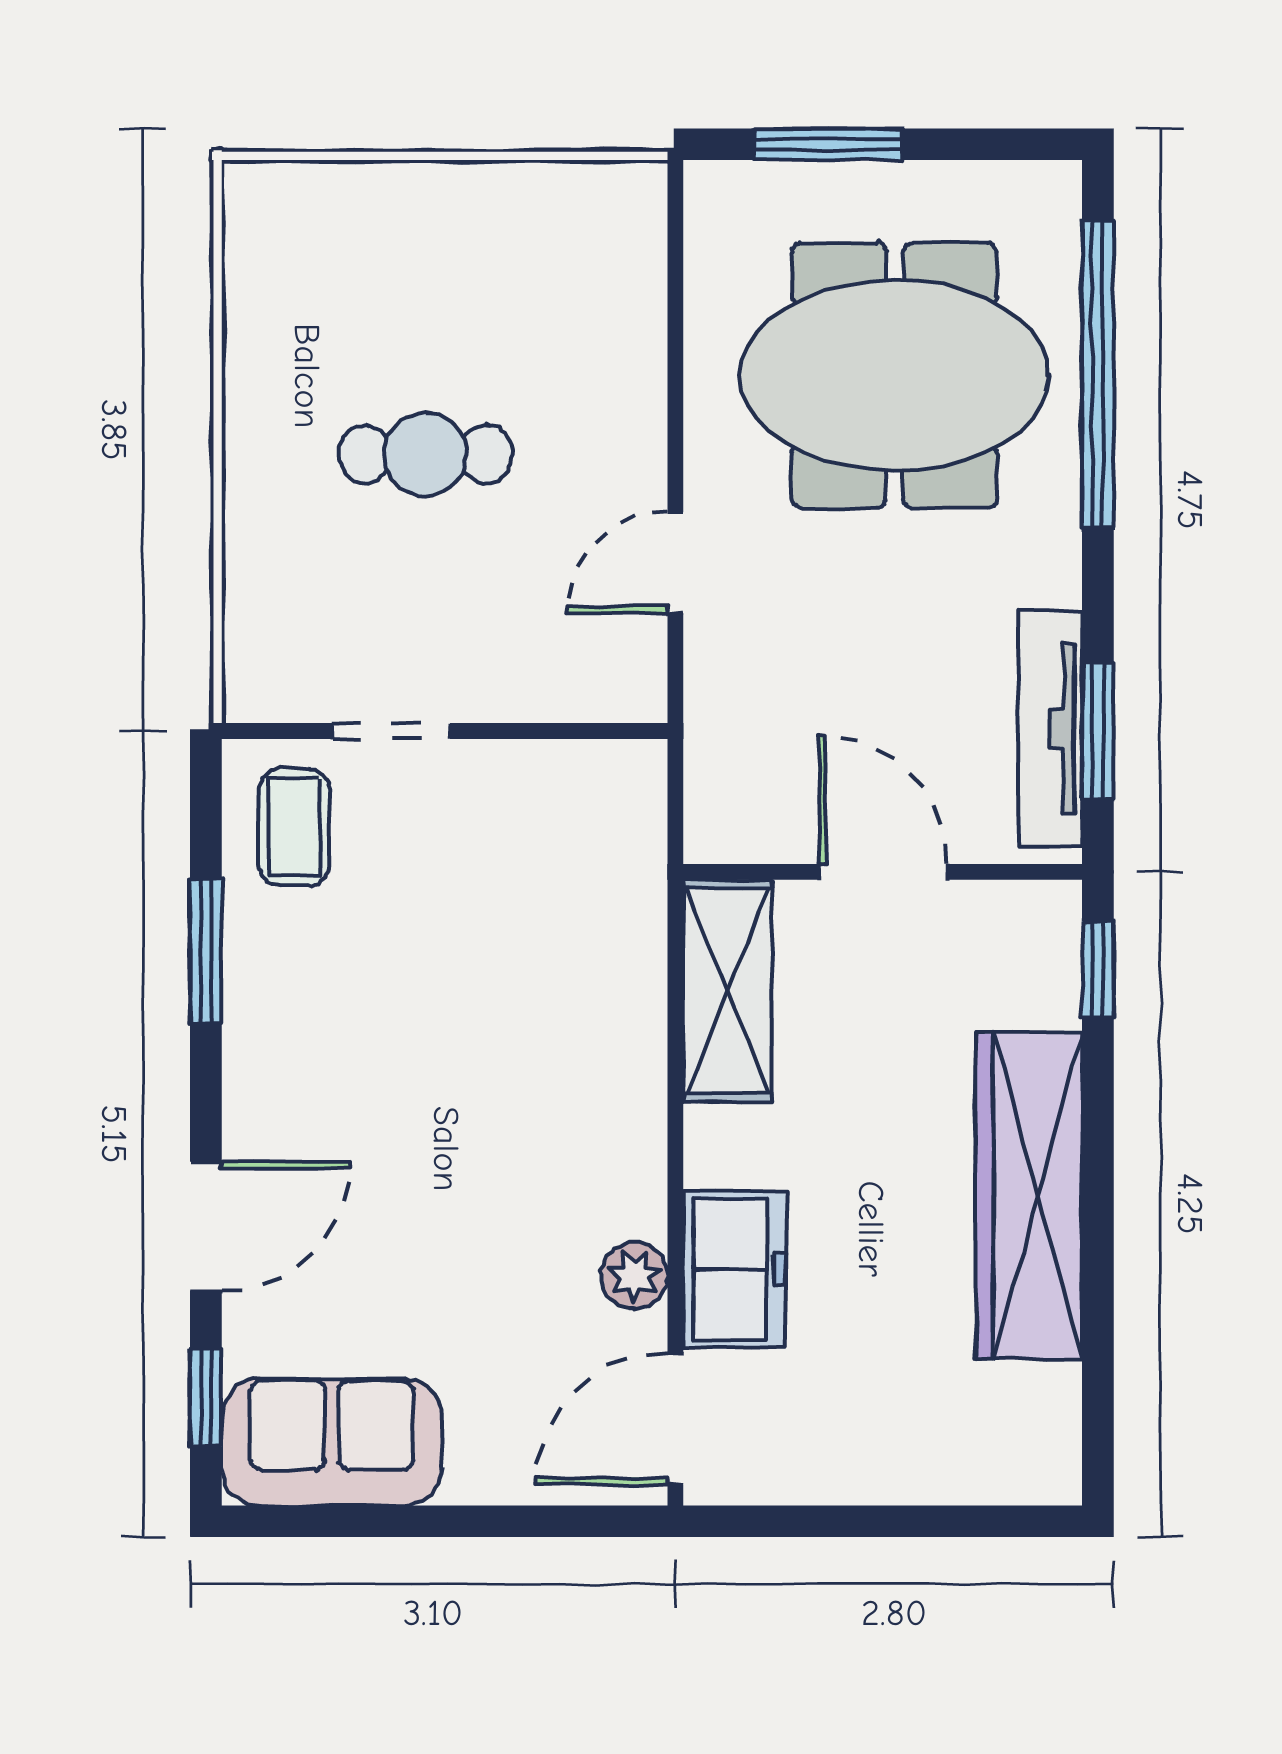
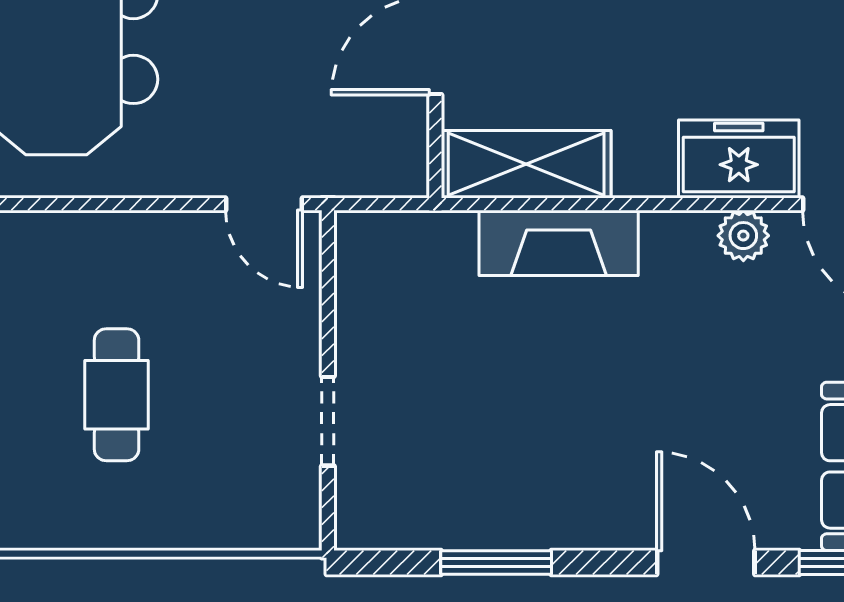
door: (675, 563) -> (264, 204), moved
coffee table: (294, 827) -> (401, 495), removed
fireplace: (625, 1033) -> (559, 243), added

